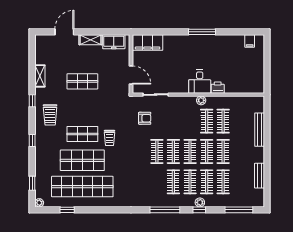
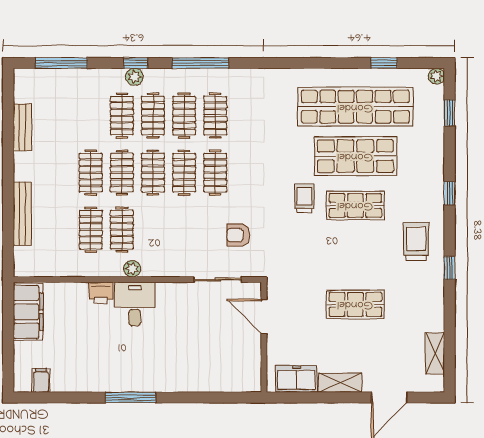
filing cabinet: (148, 42) -> (28, 312), moved, turned 90
shelving: (40, 76) -> (435, 353), moved
clothes rail: (223, 182) -> (215, 116), moved

